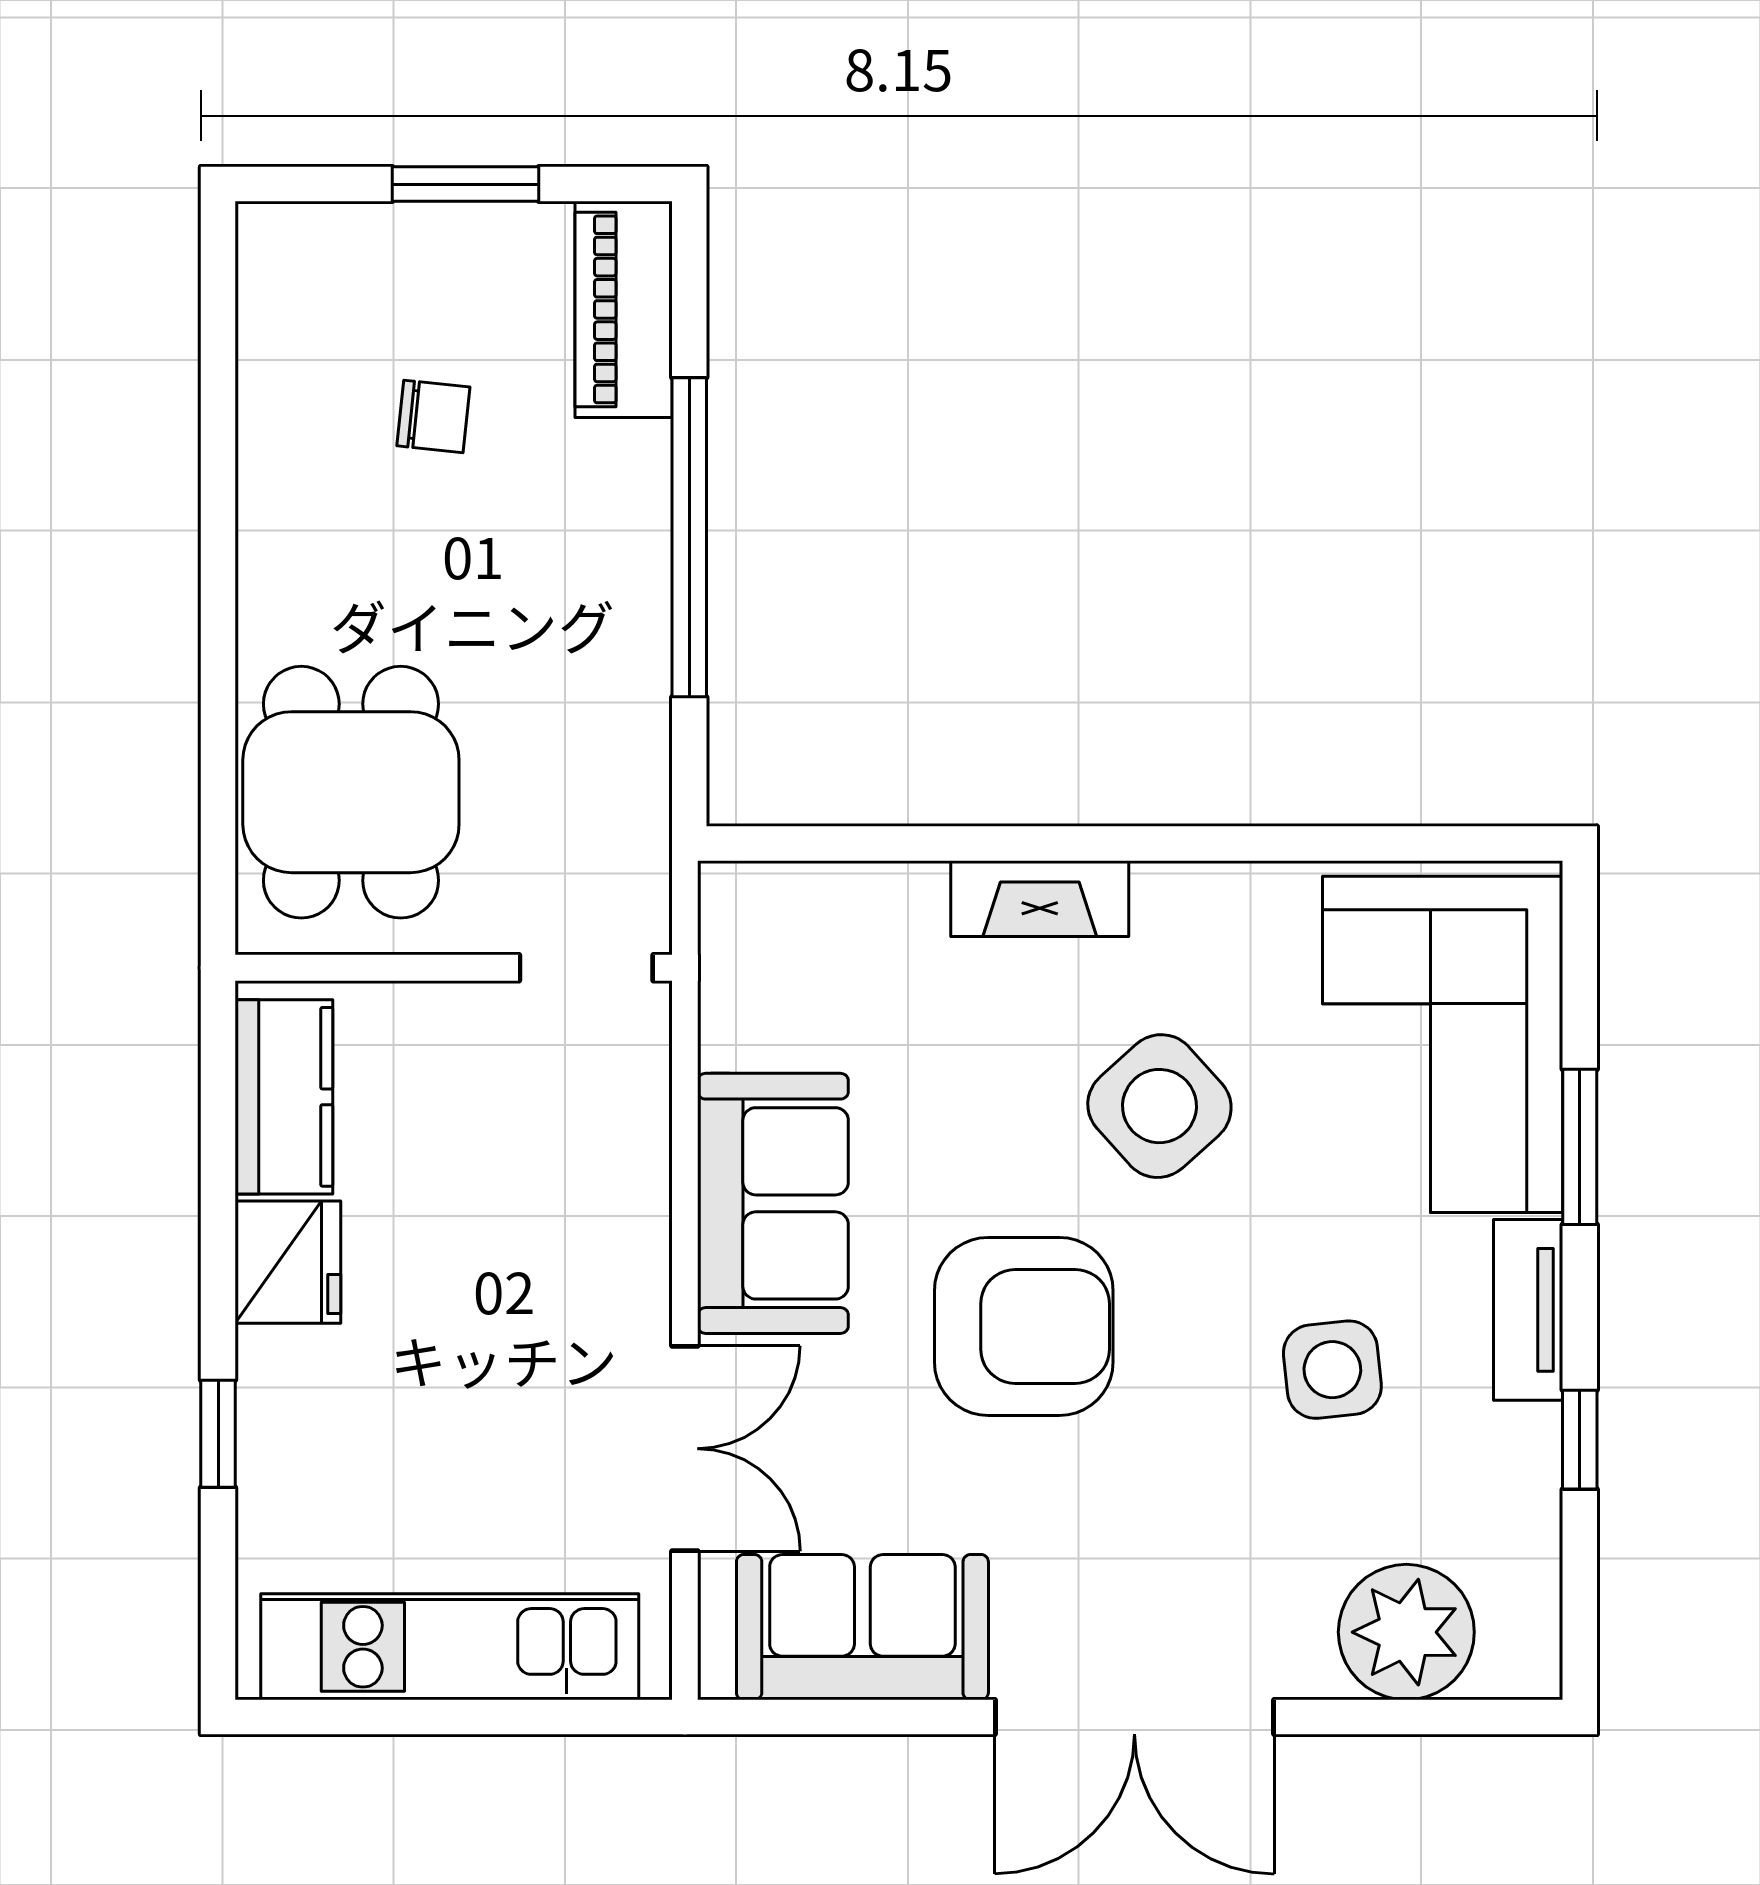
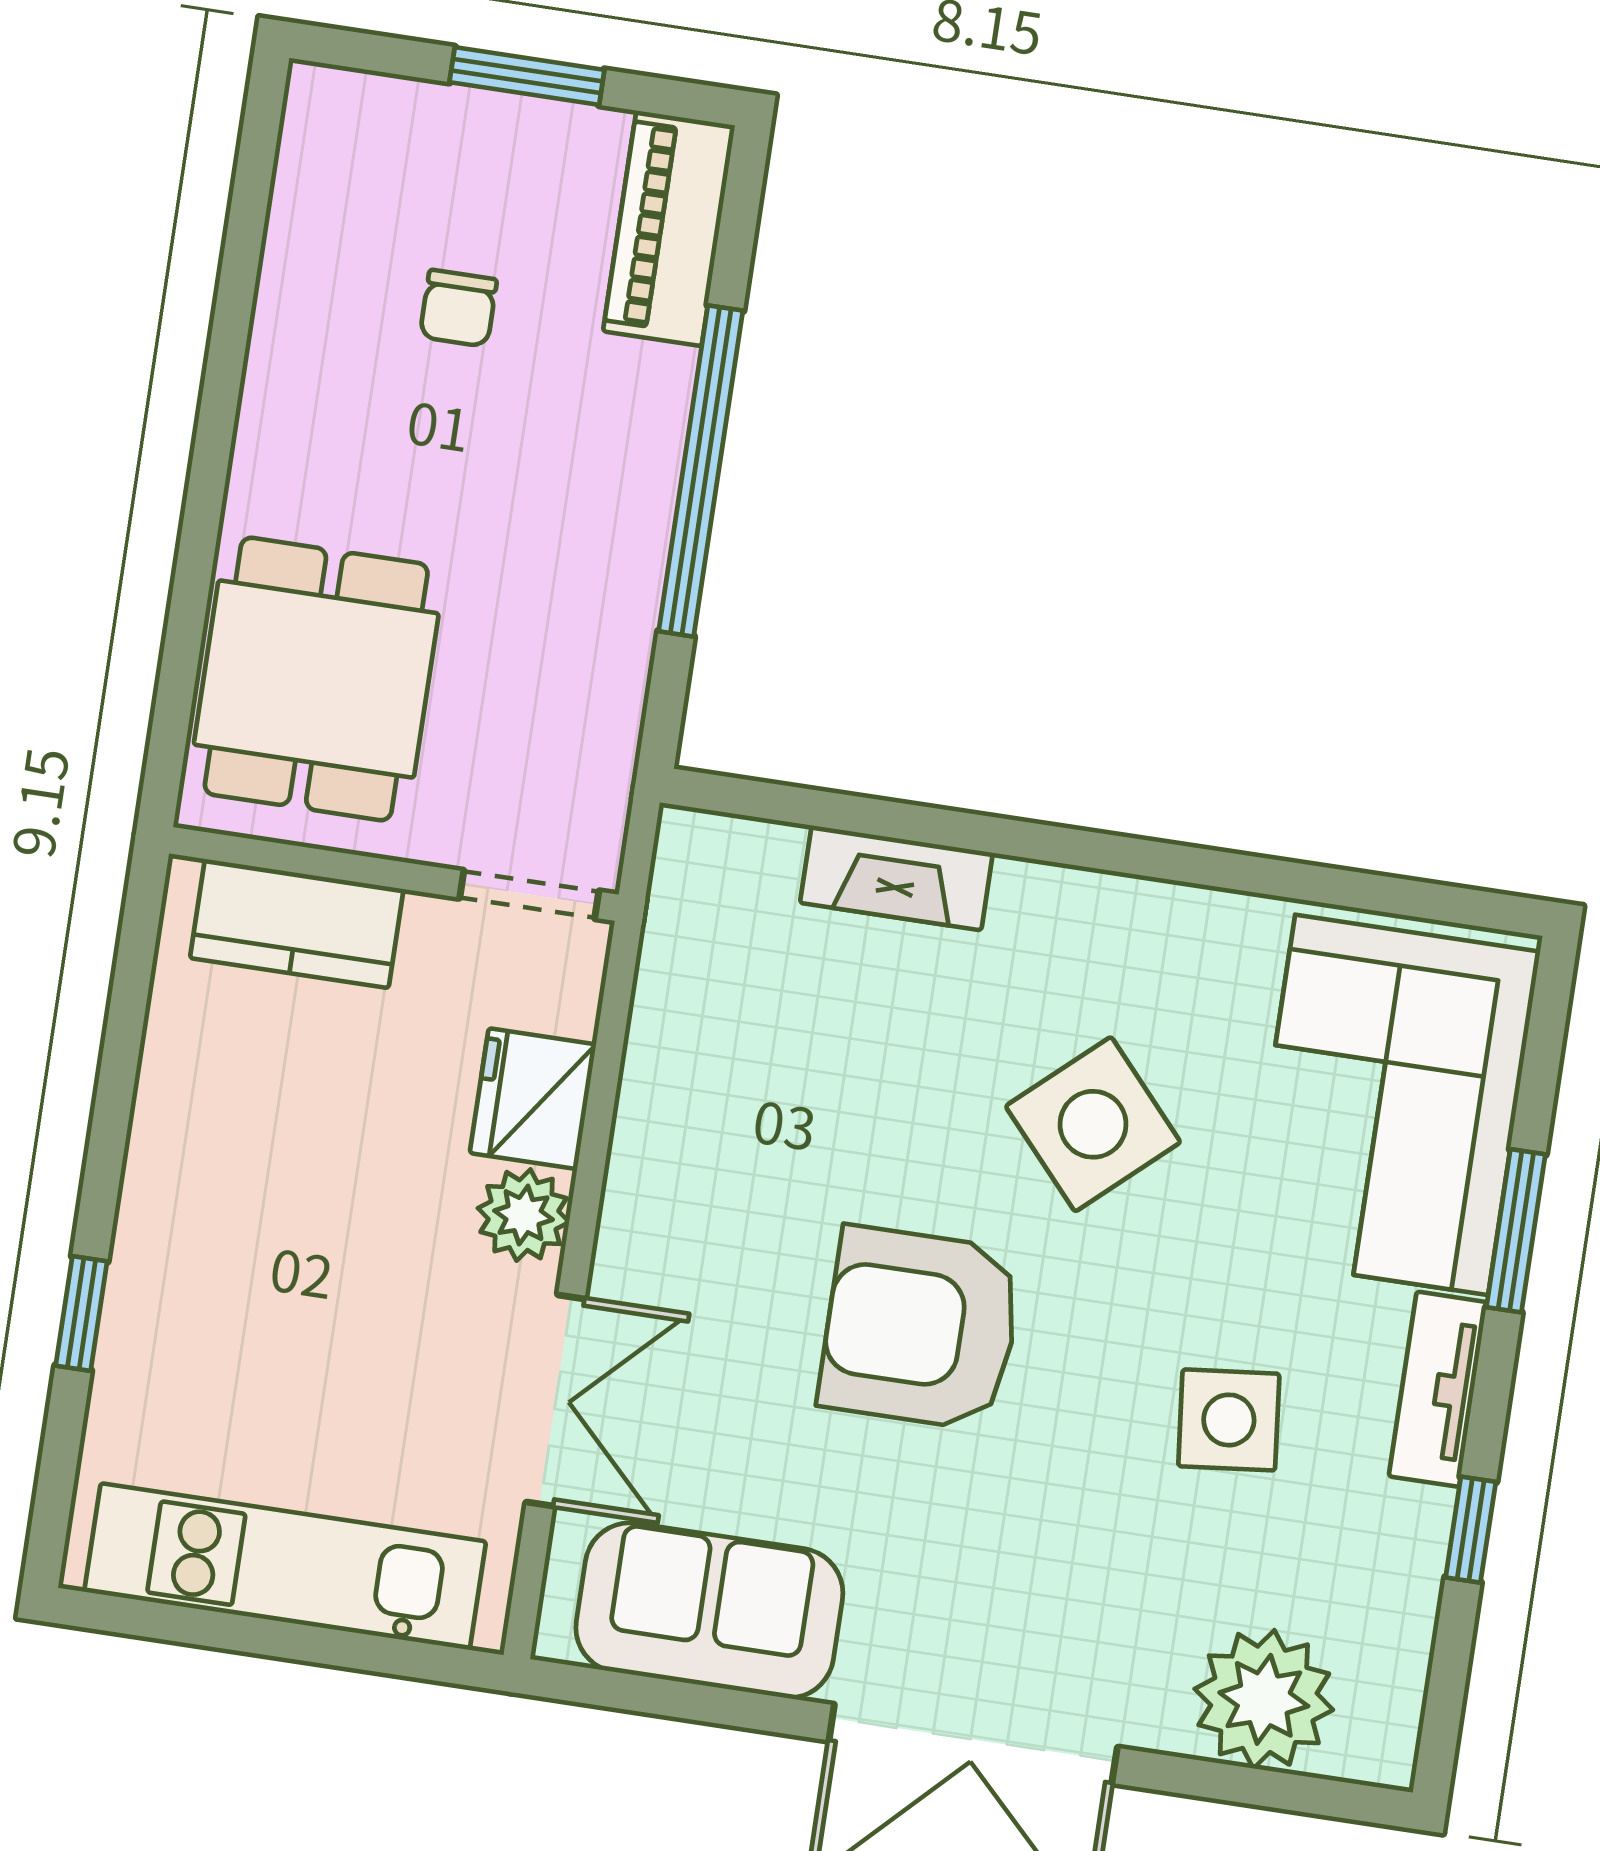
chair: (433, 416) -> (458, 308), turned 84
fireplace: (1040, 899) -> (896, 878), moved
kitchen counter: (284, 1097) -> (297, 924), moved, turned 90
sofa: (773, 1203) -> (683, 1164), removed
fridge: (288, 1262) -> (533, 1099), moved, turned 180
plant: (627, 1276) -> (524, 1215), added
armchair: (1024, 1326) -> (920, 1328), turned 180

